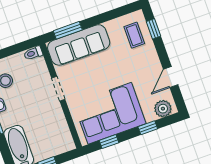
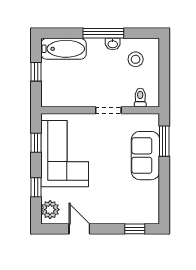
coffee table: (134, 35) -> (135, 207), removed
sofa: (79, 45) -> (145, 156), width x0.73
toilet: (33, 53) -> (140, 98), moved

